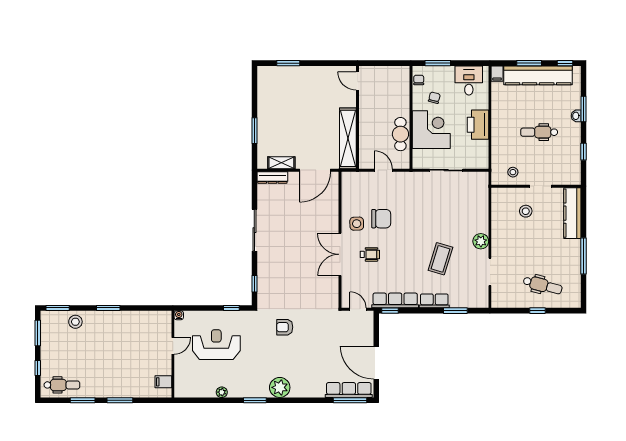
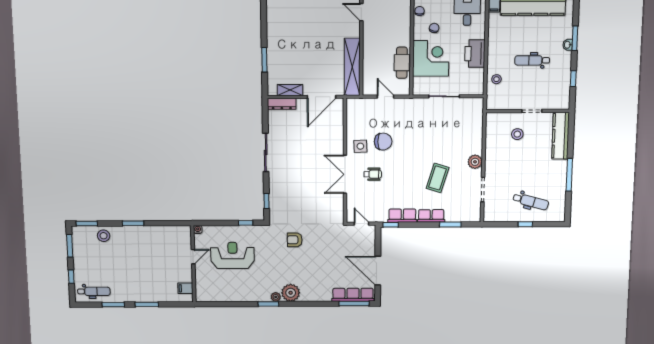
stool: (513, 172) -> (496, 79), moved
row of seats: (395, 300) -> (402, 216), width x0.68
plant: (222, 392) -> (276, 297), moved

